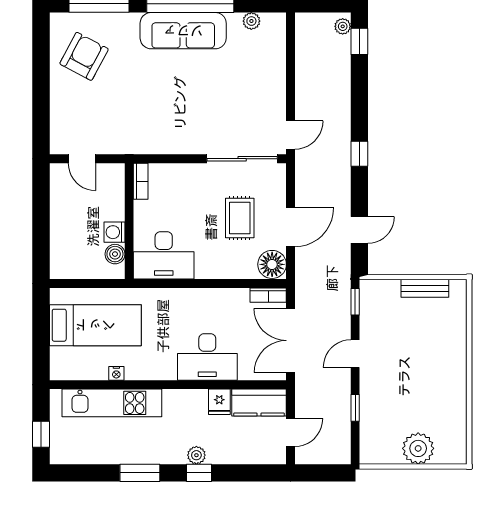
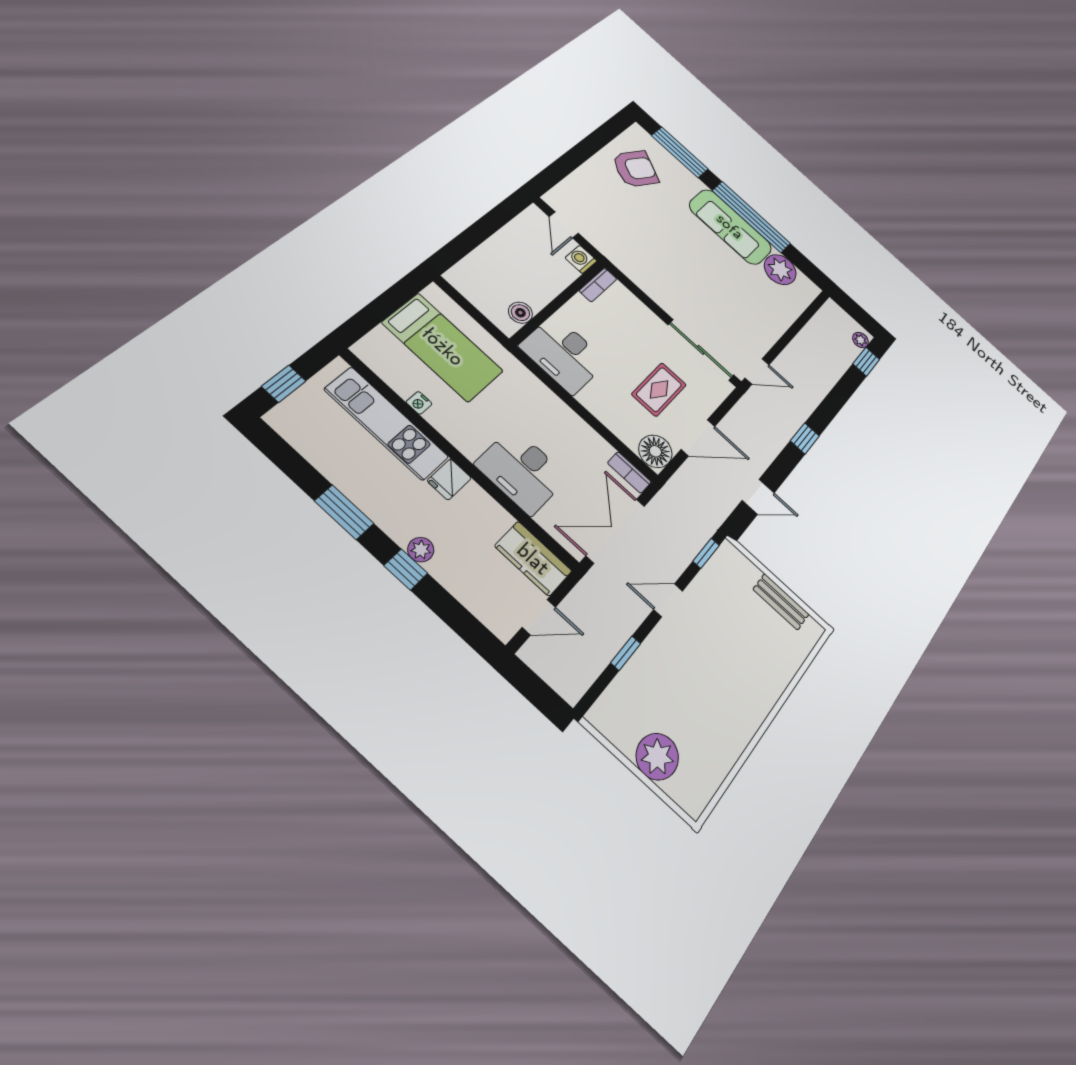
plant: (251, 21) -> (780, 270), width x1.87, depth x1.87
washing machine: (114, 232) -> (581, 259), moved
fridge: (219, 402) -> (449, 479), moved

